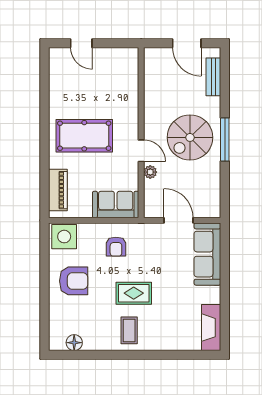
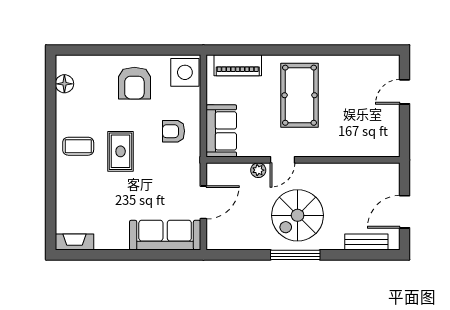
spiral stairs: (190, 137) -> (298, 215), turned -90
fireplace: (211, 328) -> (74, 242), width x0.73, depth x0.76

